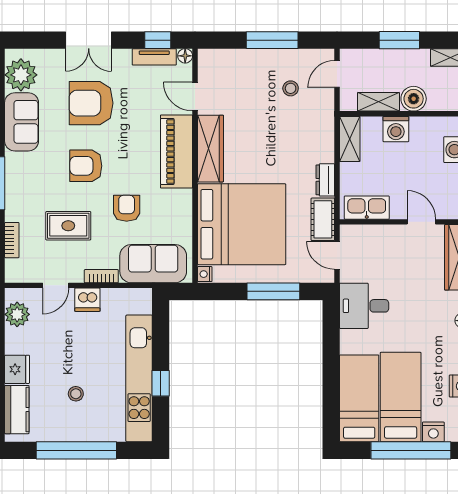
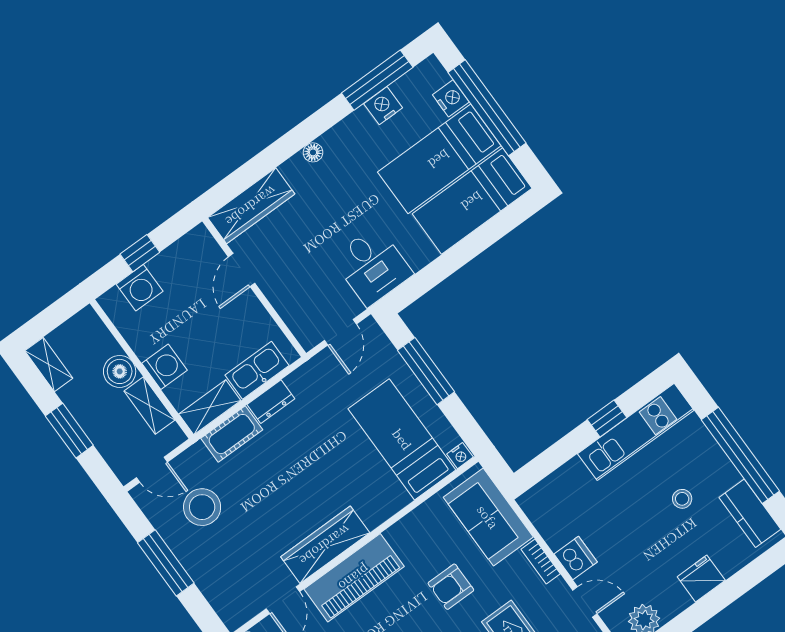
stool: (291, 88) -> (202, 507), width x1.89, depth x1.89
kitchen sink: (367, 208) -> (257, 370), moved, turned 90
cot: (323, 219) -> (232, 434), moved
bed: (242, 224) -> (402, 439), width x0.49
kitchen unit: (139, 378) -> (636, 432), width x0.73
kitchen counter: (17, 410) -> (750, 513), moved, turned -90

